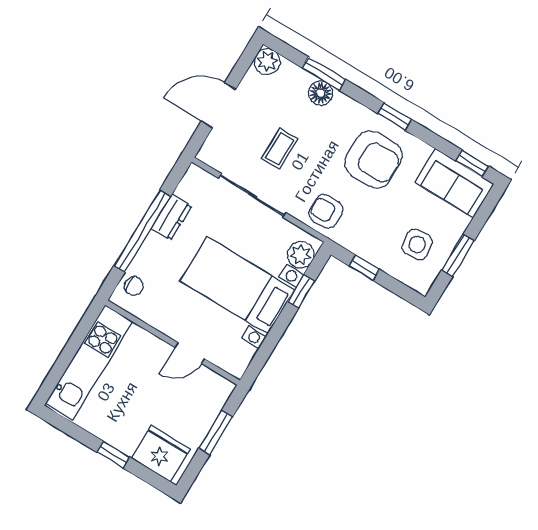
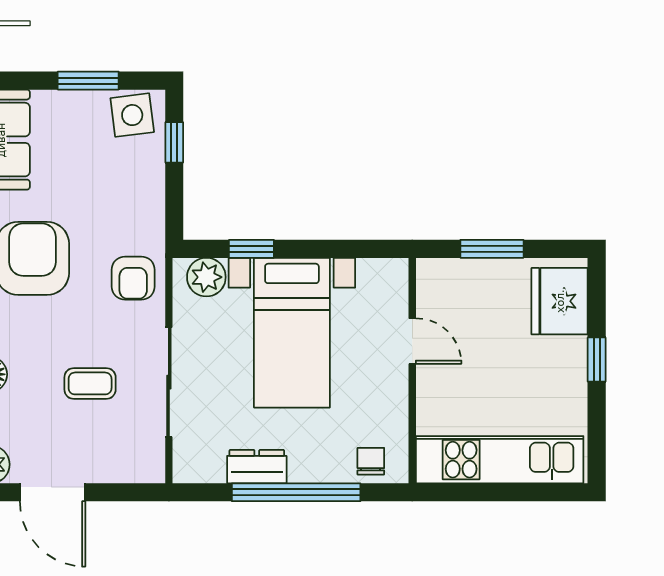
door: (219, 105) -> (53, 492), moved
side table: (417, 244) -> (132, 115), moved
window: (364, 268) -> (174, 142), moved

